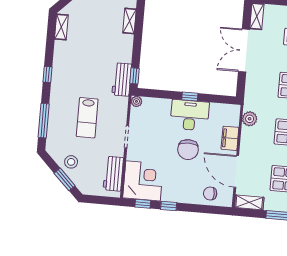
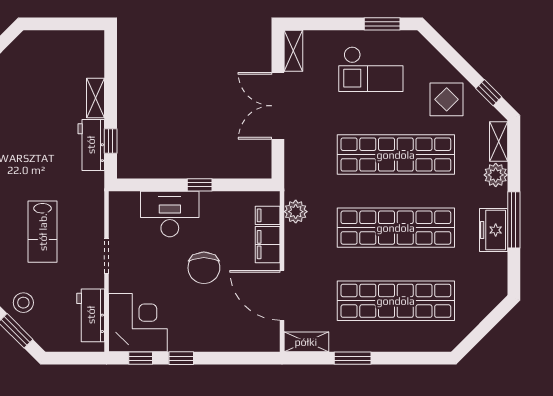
shelving: (129, 21) -> (96, 98), moved
window: (135, 76) -> (111, 141), moved
workbench: (122, 80) -> (91, 145), moved
plant: (136, 101) -> (117, 200), removed
desk: (190, 115) -> (170, 214), moved
filing cabinet: (231, 120) -> (268, 215), added
chair: (210, 194) -> (244, 333), removed

